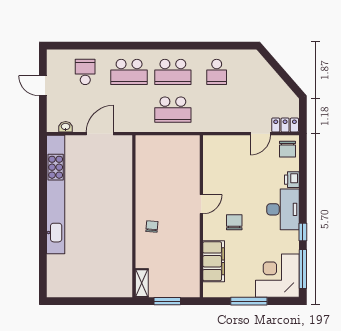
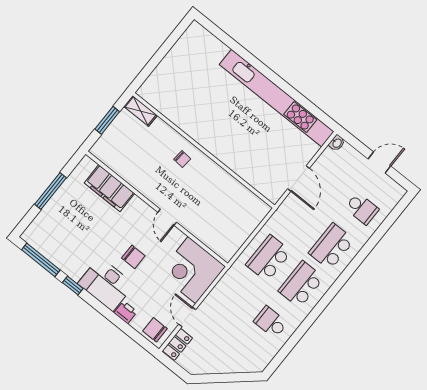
washbasin: (66, 127) -> (337, 143), moved
chair: (234, 222) -> (133, 257), moved
corner desk: (277, 276) -> (192, 270), moved, turned 180

